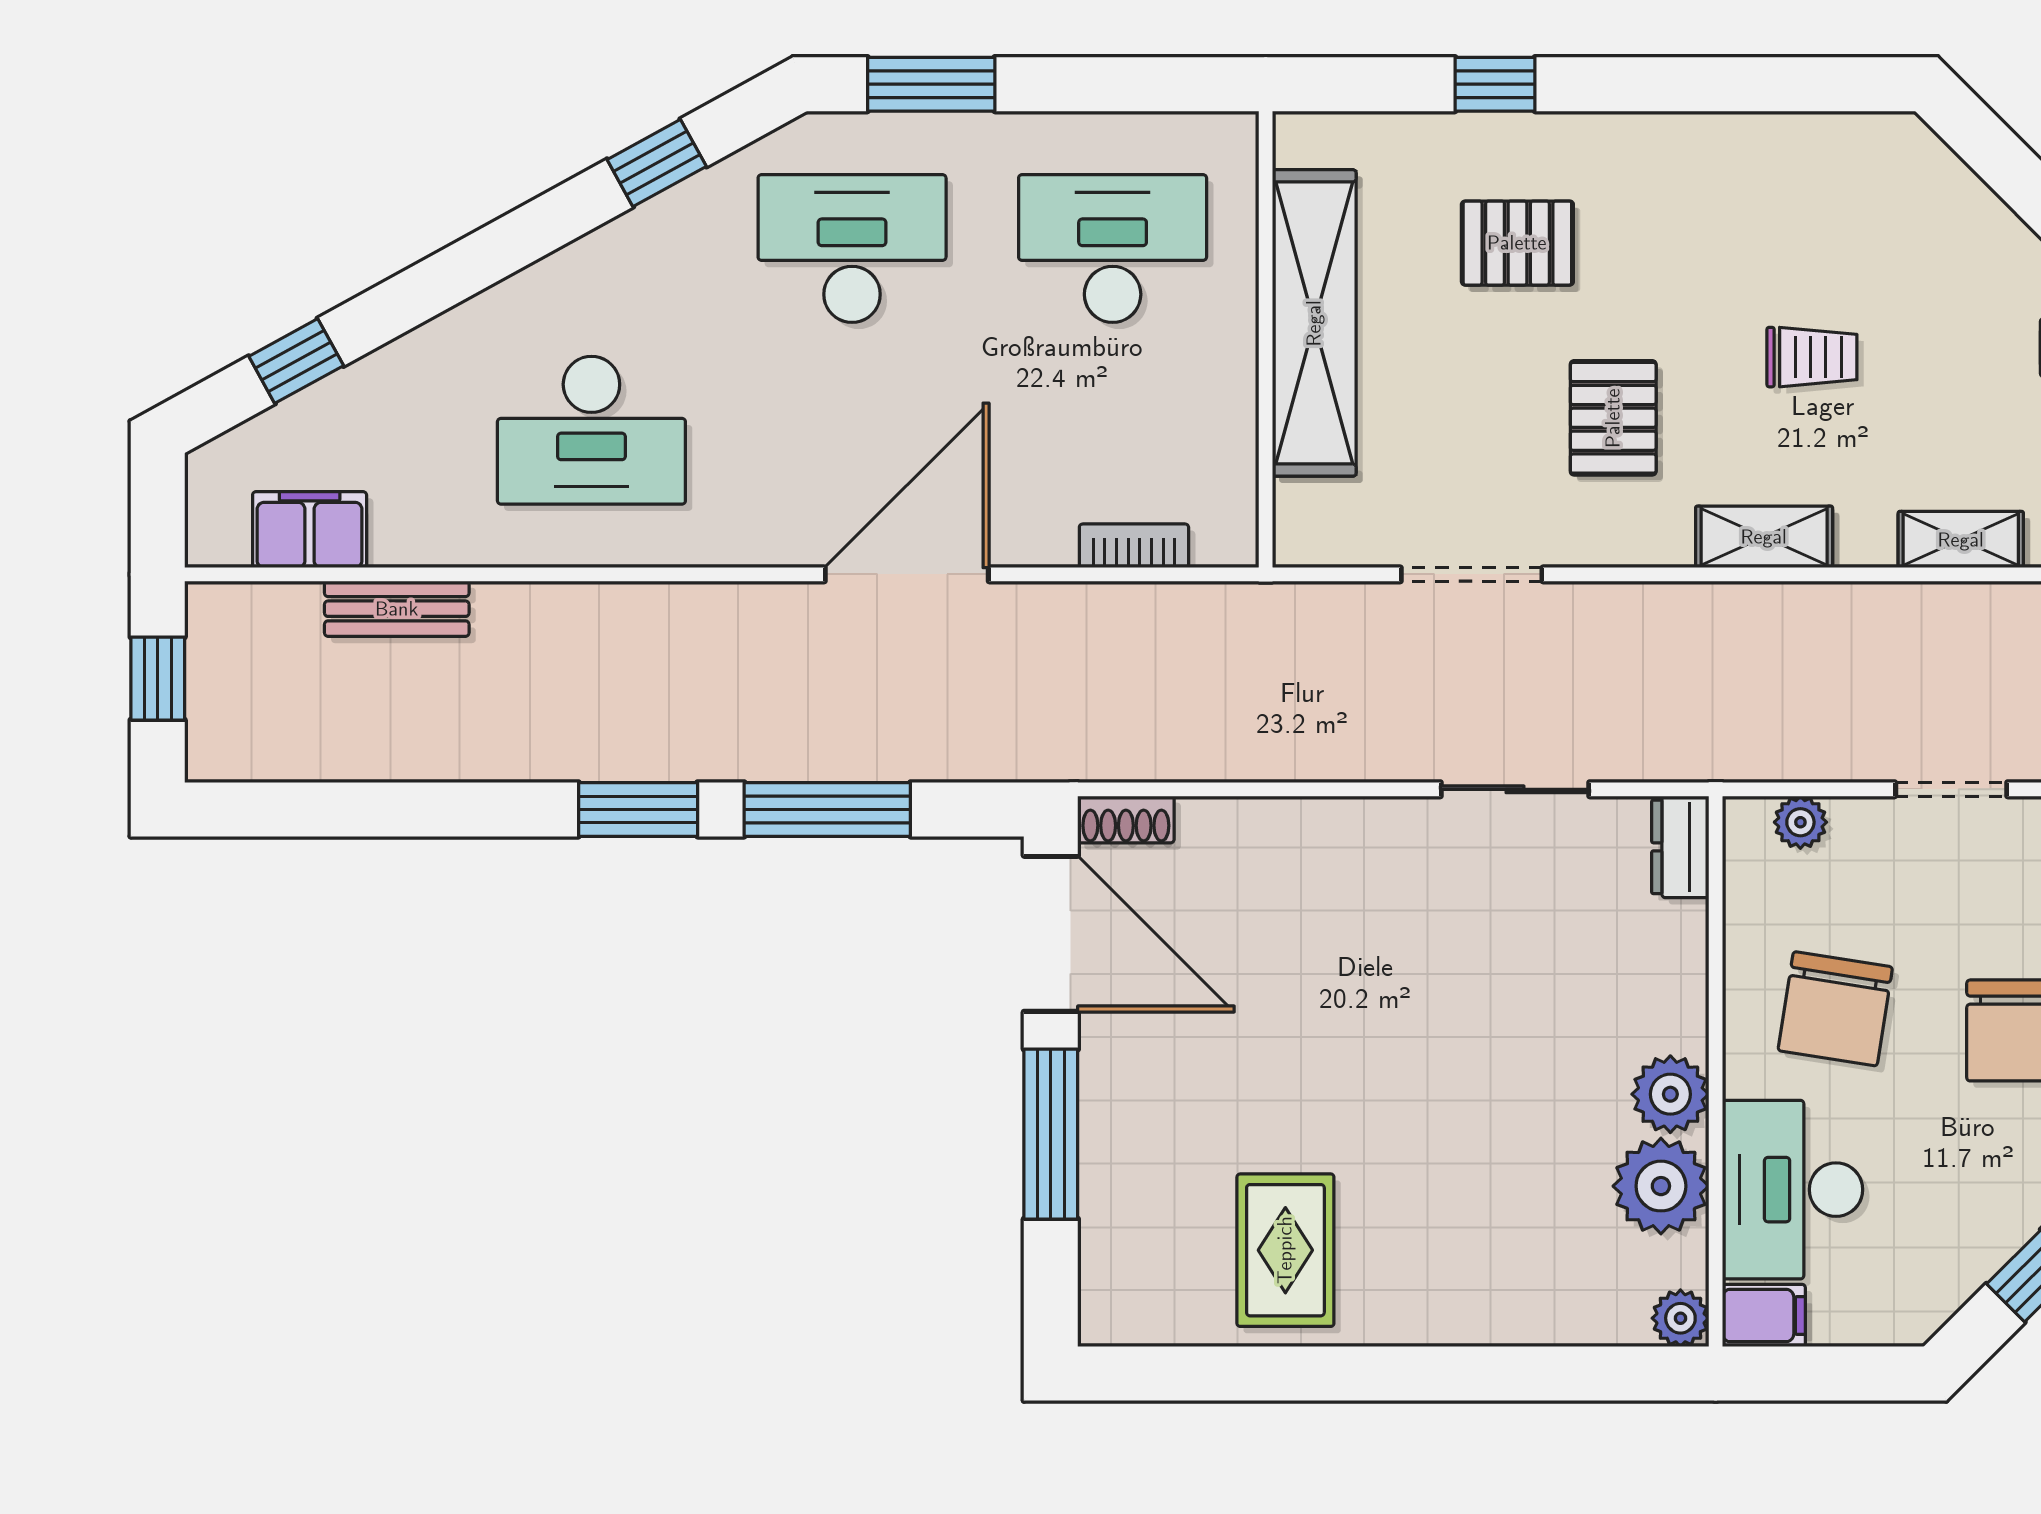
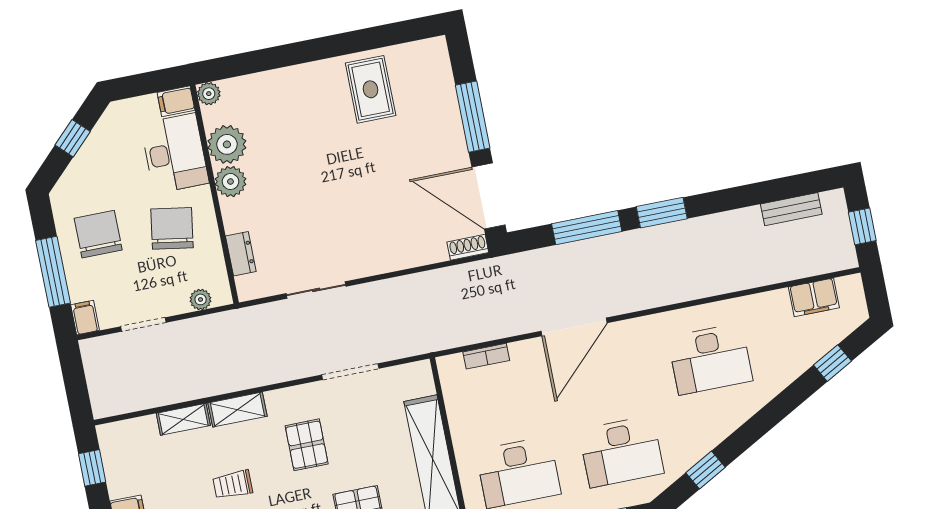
desk: (591, 430) -> (710, 359), turned 180
shelving: (1961, 540) -> (183, 419), moved
bench: (397, 609) -> (791, 209), moved
dresser: (1680, 847) -> (241, 254), moved

